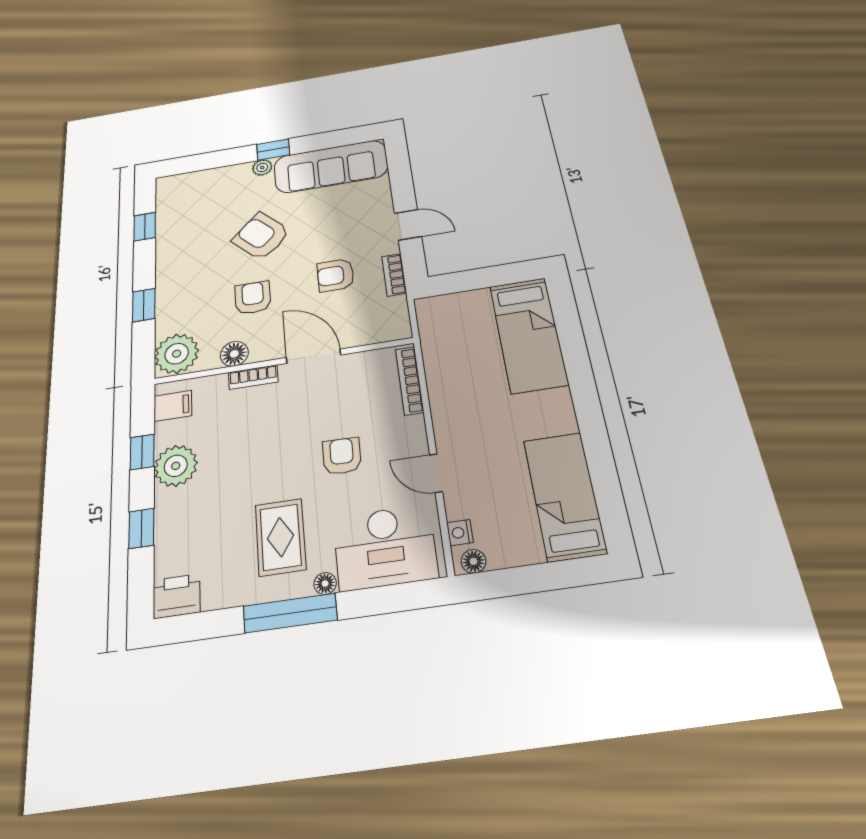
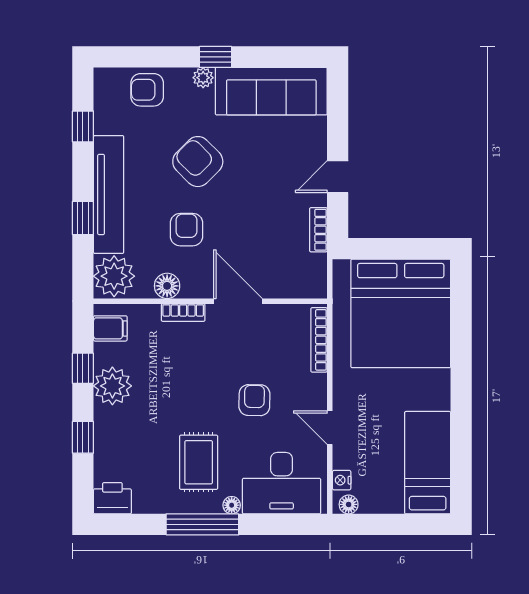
door: (408, 225) -> (338, 177), swing flipped
armchair: (336, 275) -> (147, 90), moved
tv unit: (170, 280) -> (109, 195), added
bed: (528, 335) -> (401, 313), width x2.04

